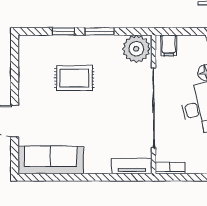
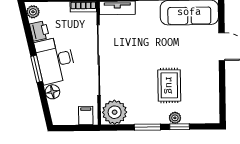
plant: (68, 42) -> (175, 118), added
rug: (74, 78) -> (169, 85), turned 90

